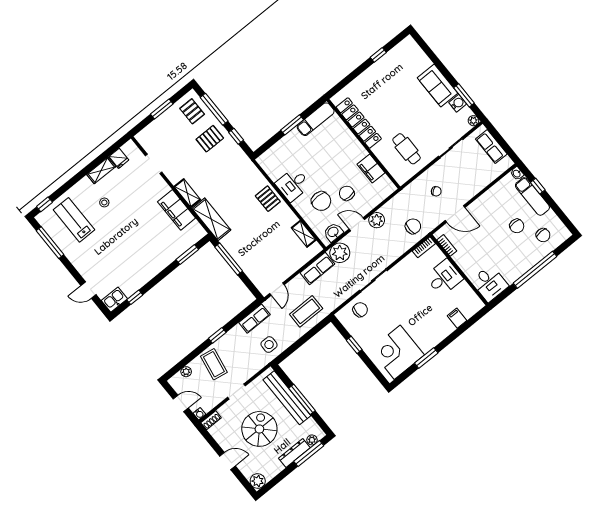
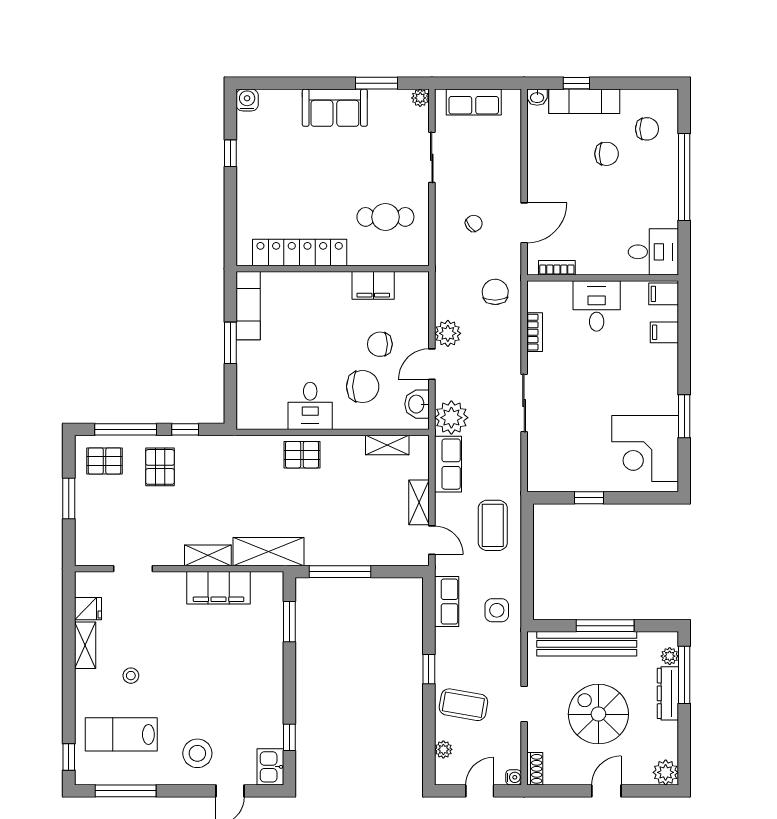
water cooler: (458, 103) -> (247, 100), moved
bookcase: (424, 247) -> (535, 332), moved
stool: (94, 261) -> (197, 753), added
shelving: (289, 269) -> (419, 502), added
filing cabinet: (474, 304) -> (664, 294), added
chair: (360, 310) -> (549, 452), removed

